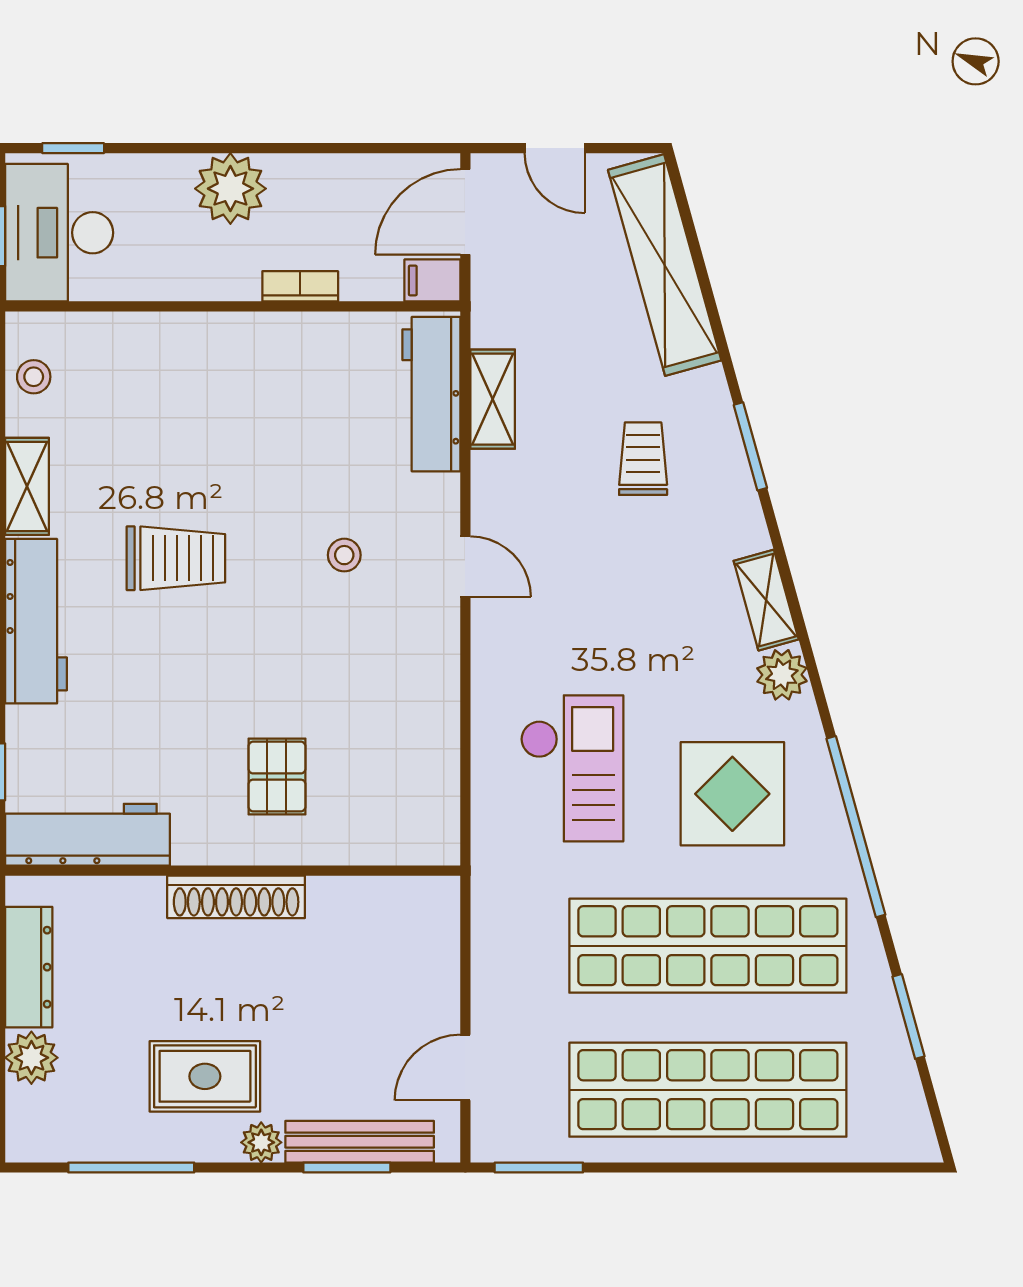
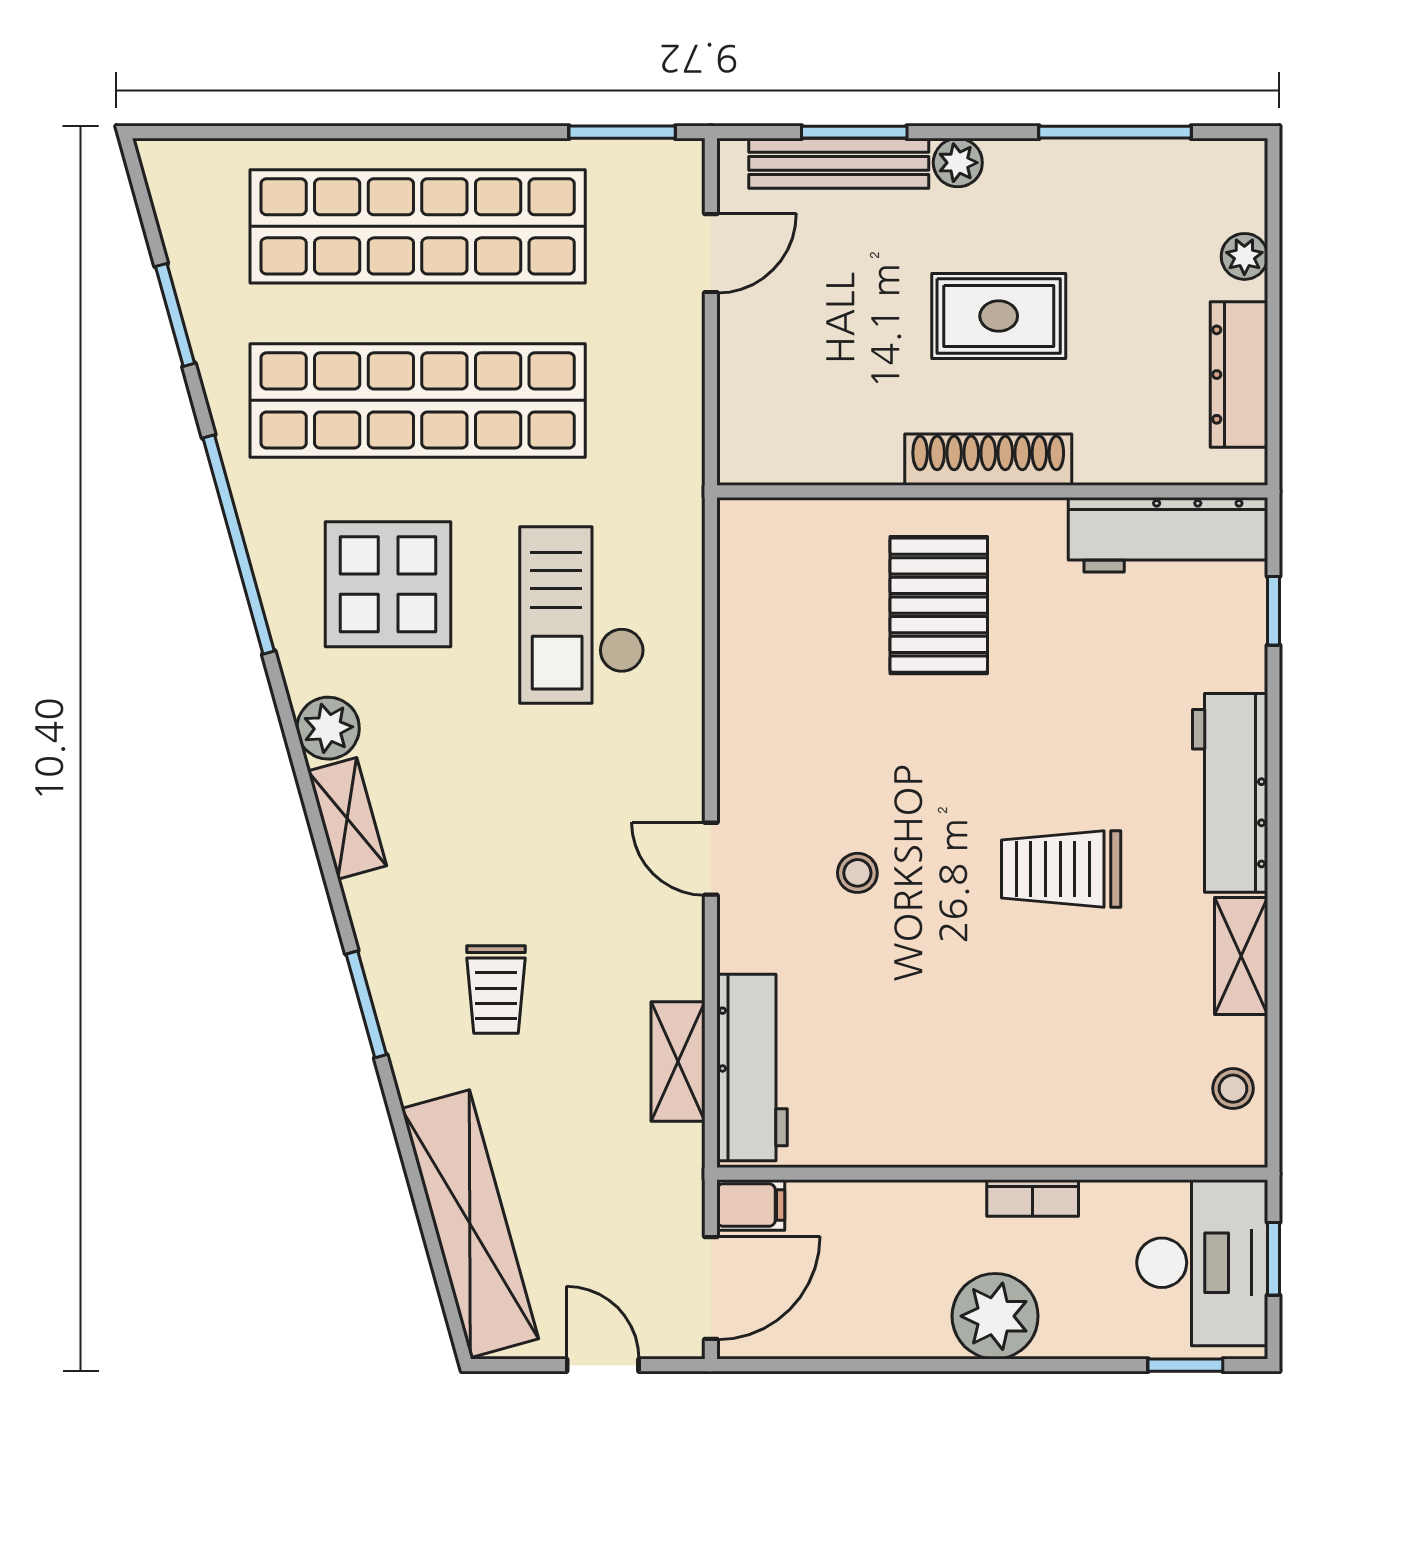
bookcase: (300, 286) -> (1033, 1198), moved
pallet: (277, 777) -> (939, 605), width x1.50, depth x1.42
plant: (31, 1058) -> (1244, 256), width x0.73, depth x0.73
rug: (205, 1076) -> (999, 316), moved

